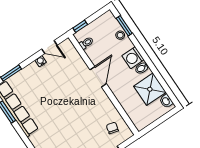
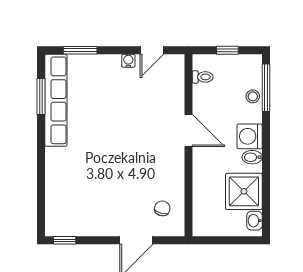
window: (80, 26) -> (227, 50), moved
window: (124, 26) -> (266, 88), width x1.44
door: (49, 47) -> (152, 50), hinge flipped
door: (98, 77) -> (188, 130), hinge flipped

